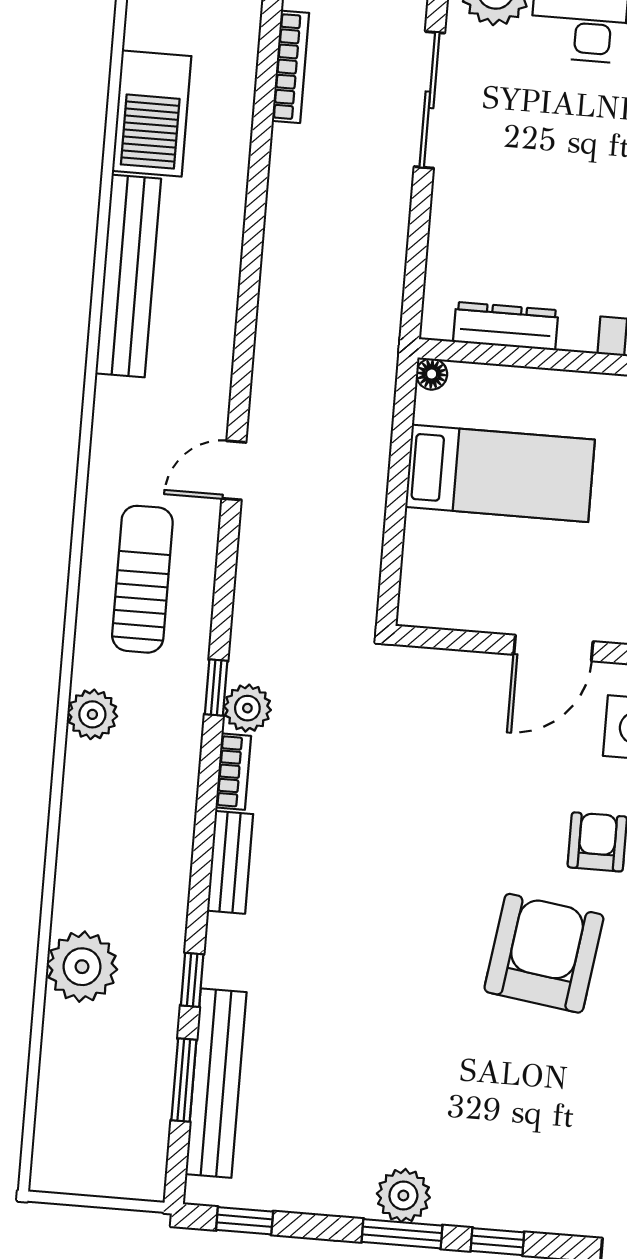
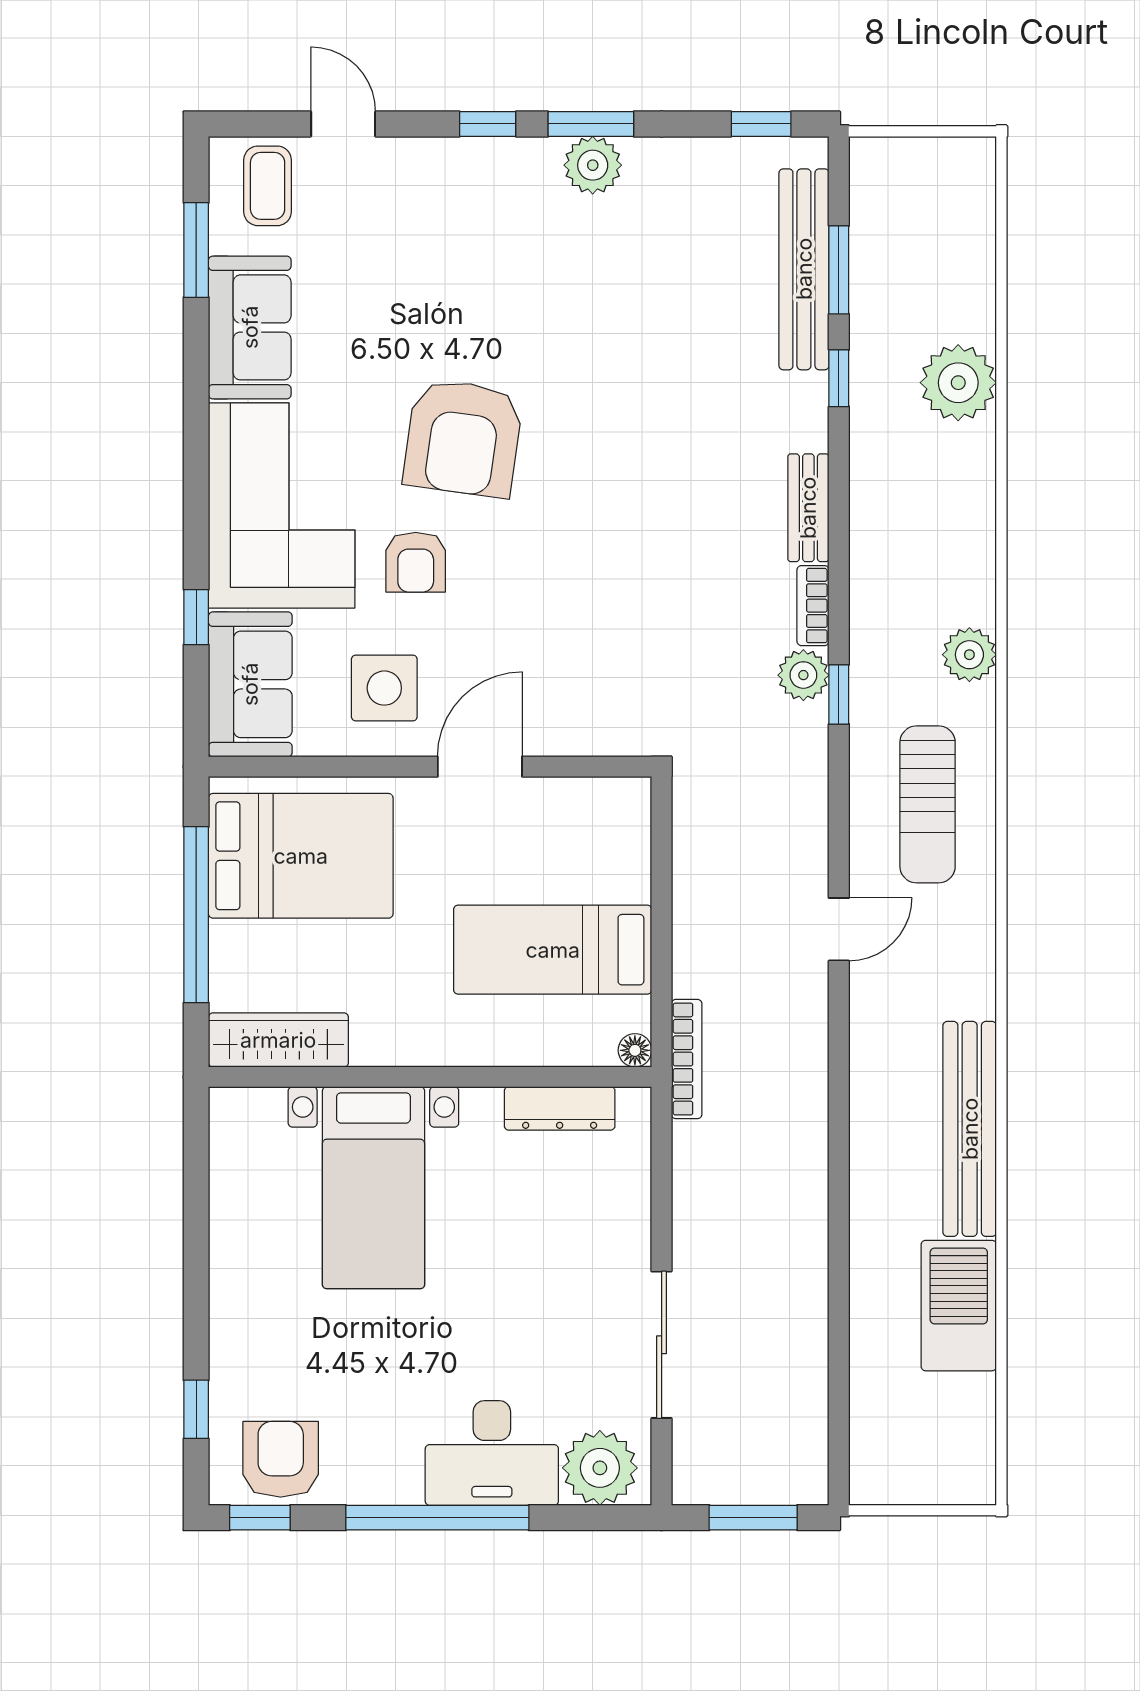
bookcase: (291, 67) -> (687, 1059), moved, turned 180

